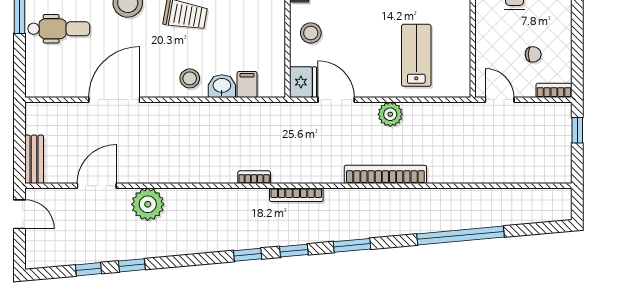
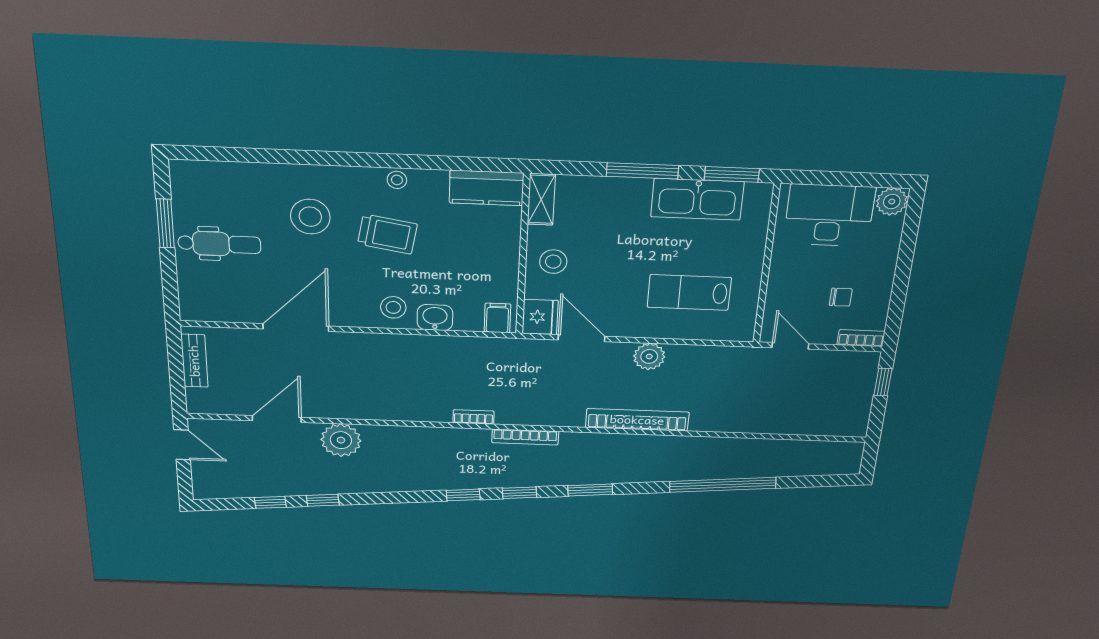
lab bench: (416, 55) -> (689, 292), turned -90
filing cabinet: (247, 84) -> (497, 318), moved
bench: (34, 159) -> (194, 361), moved

